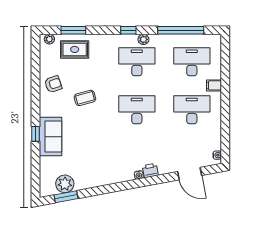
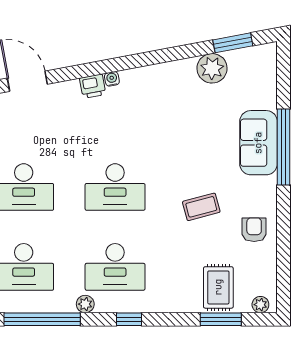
plant: (143, 39) -> (85, 304), moved
rug: (75, 49) -> (218, 287), turned 90
armchair: (53, 84) -> (254, 230), turned 109
window: (35, 134) -> (284, 147), width x3.17
plant: (65, 184) -> (212, 68), moved

